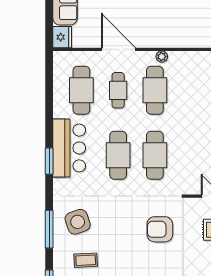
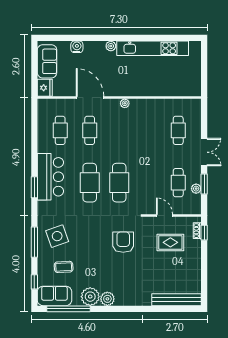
cafe table: (81, 90) -> (60, 130), width x0.73, depth x0.74
cafe table: (155, 90) -> (119, 130), removed
armchair: (160, 229) -> (123, 242), turned 90

